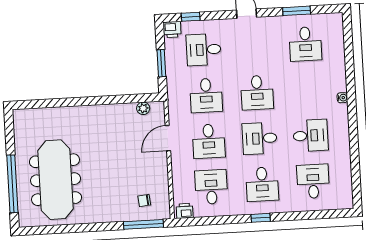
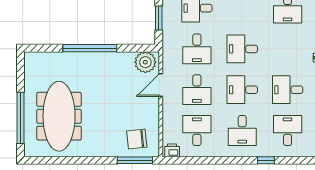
desk: (257, 93) -> (242, 49), turned 90
window: (86, 101) -> (90, 48), added
plant: (143, 108) -> (145, 62), width x1.88, depth x1.88
desk: (310, 136) -> (288, 90), turned 180
chair: (144, 200) -> (137, 139), width x1.87, depth x1.87
window: (261, 218) -> (266, 160), moved

